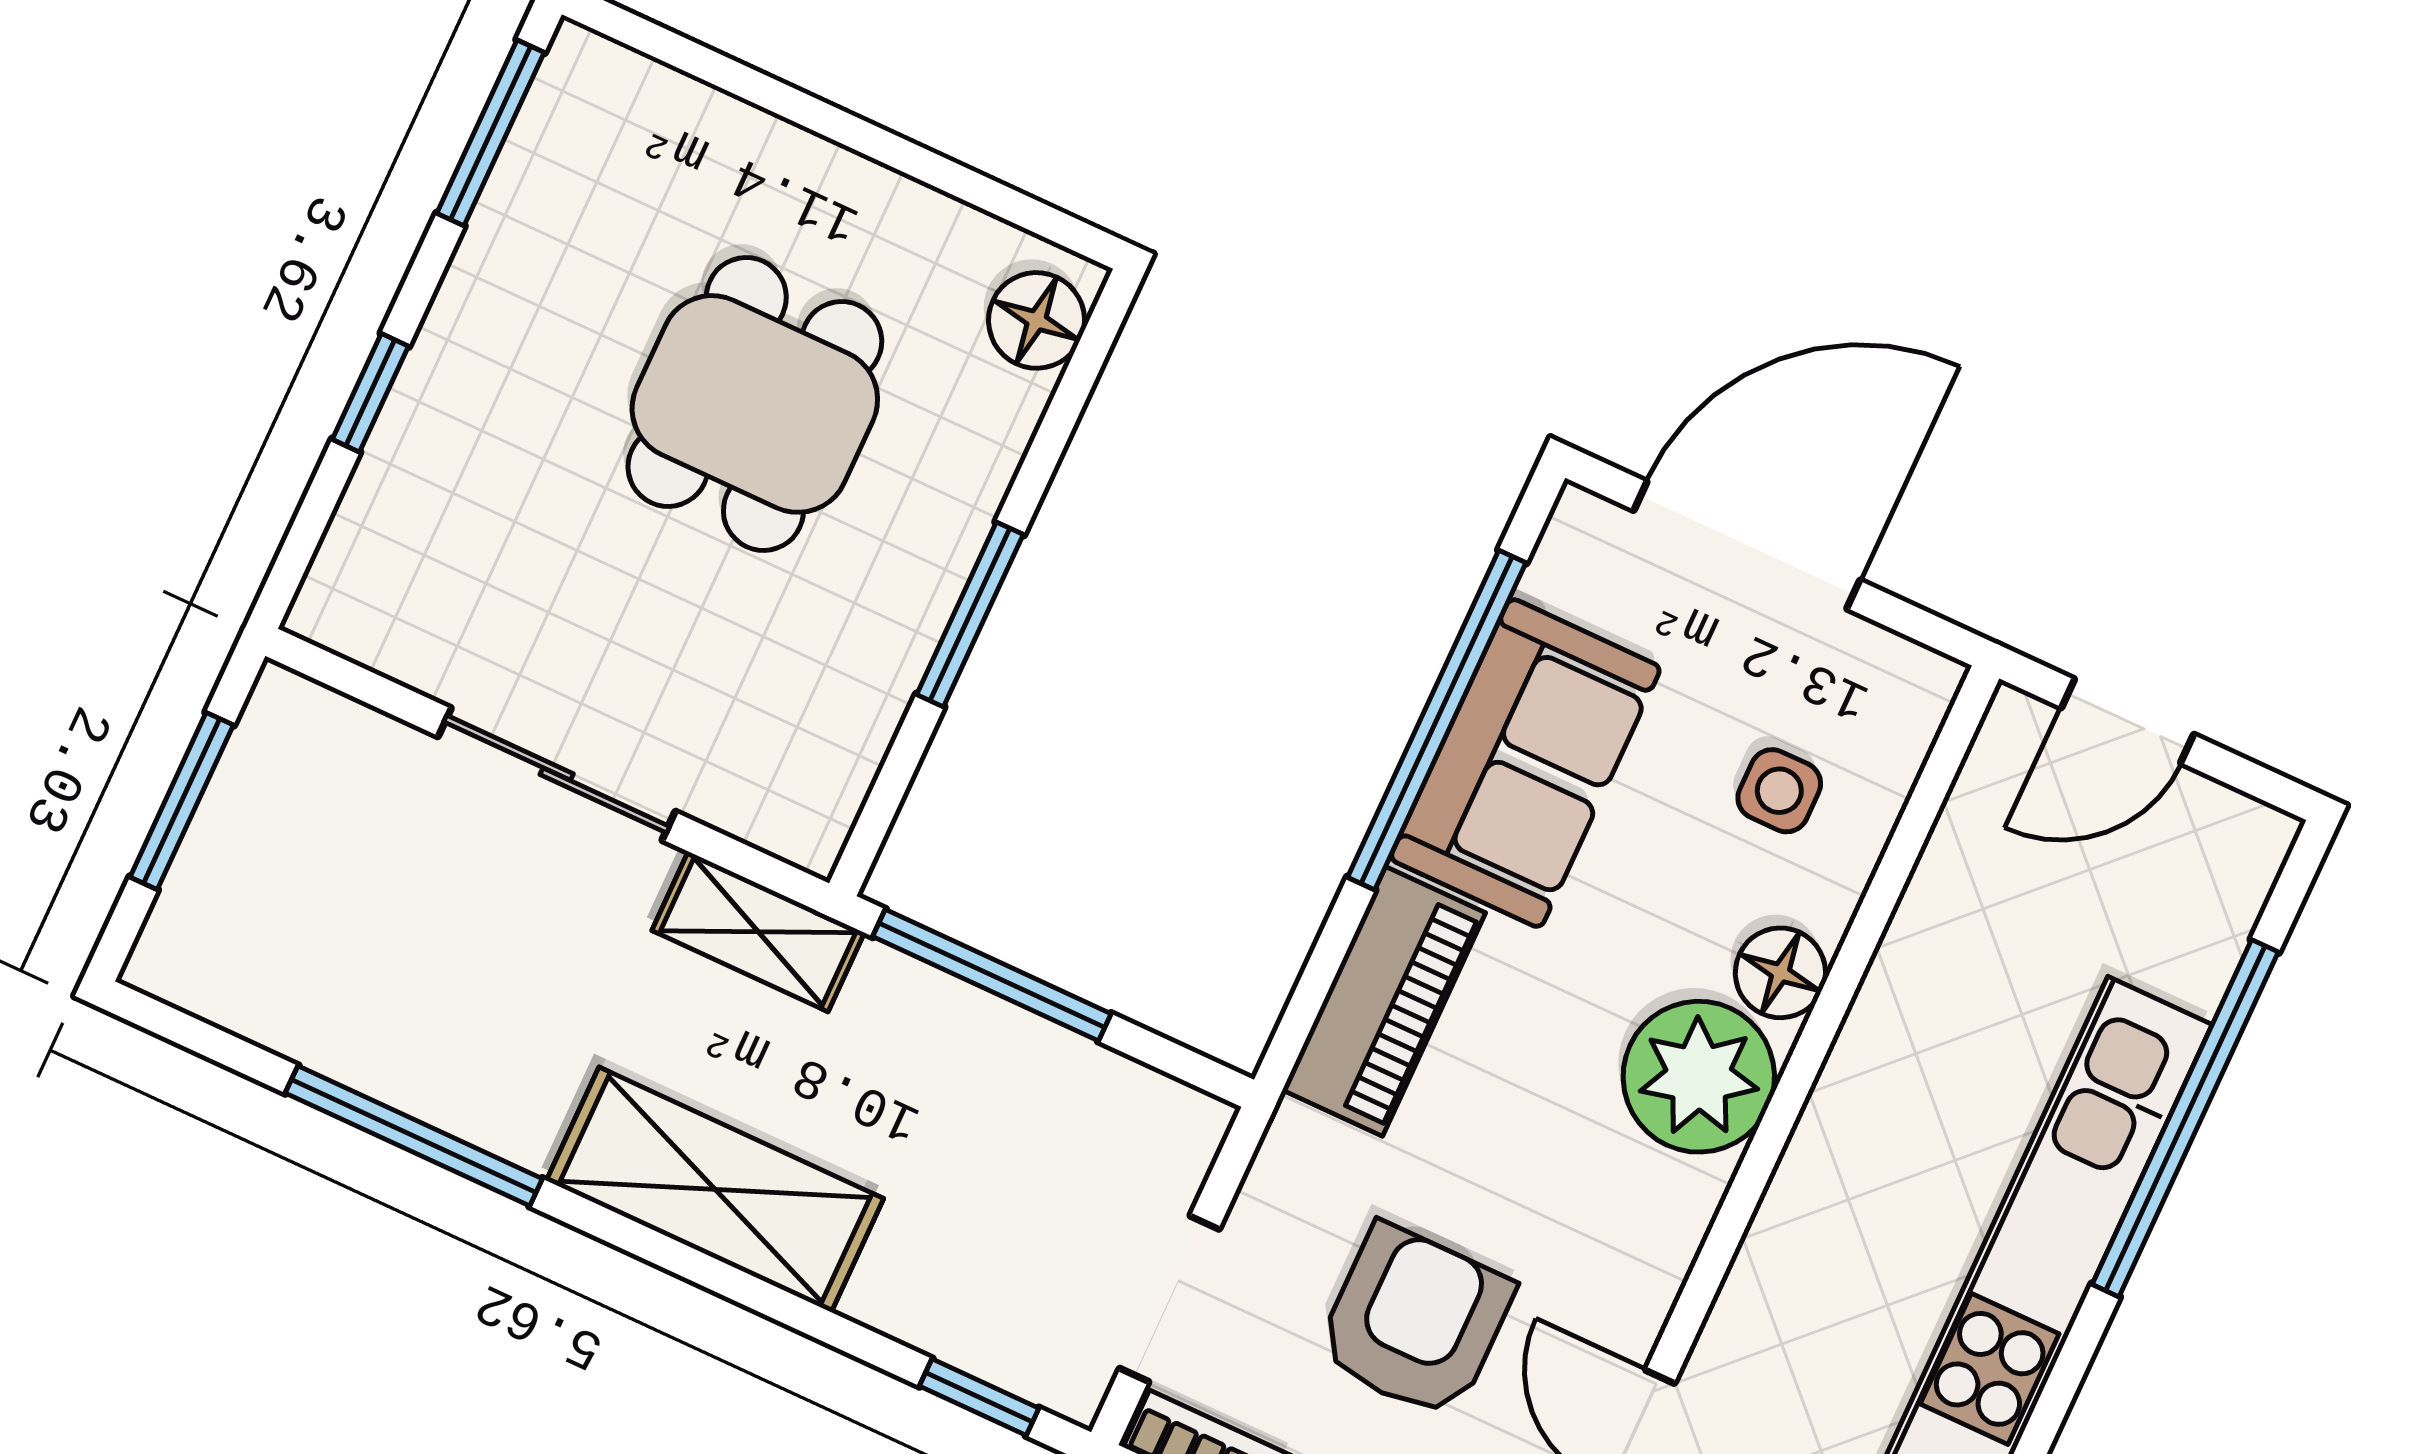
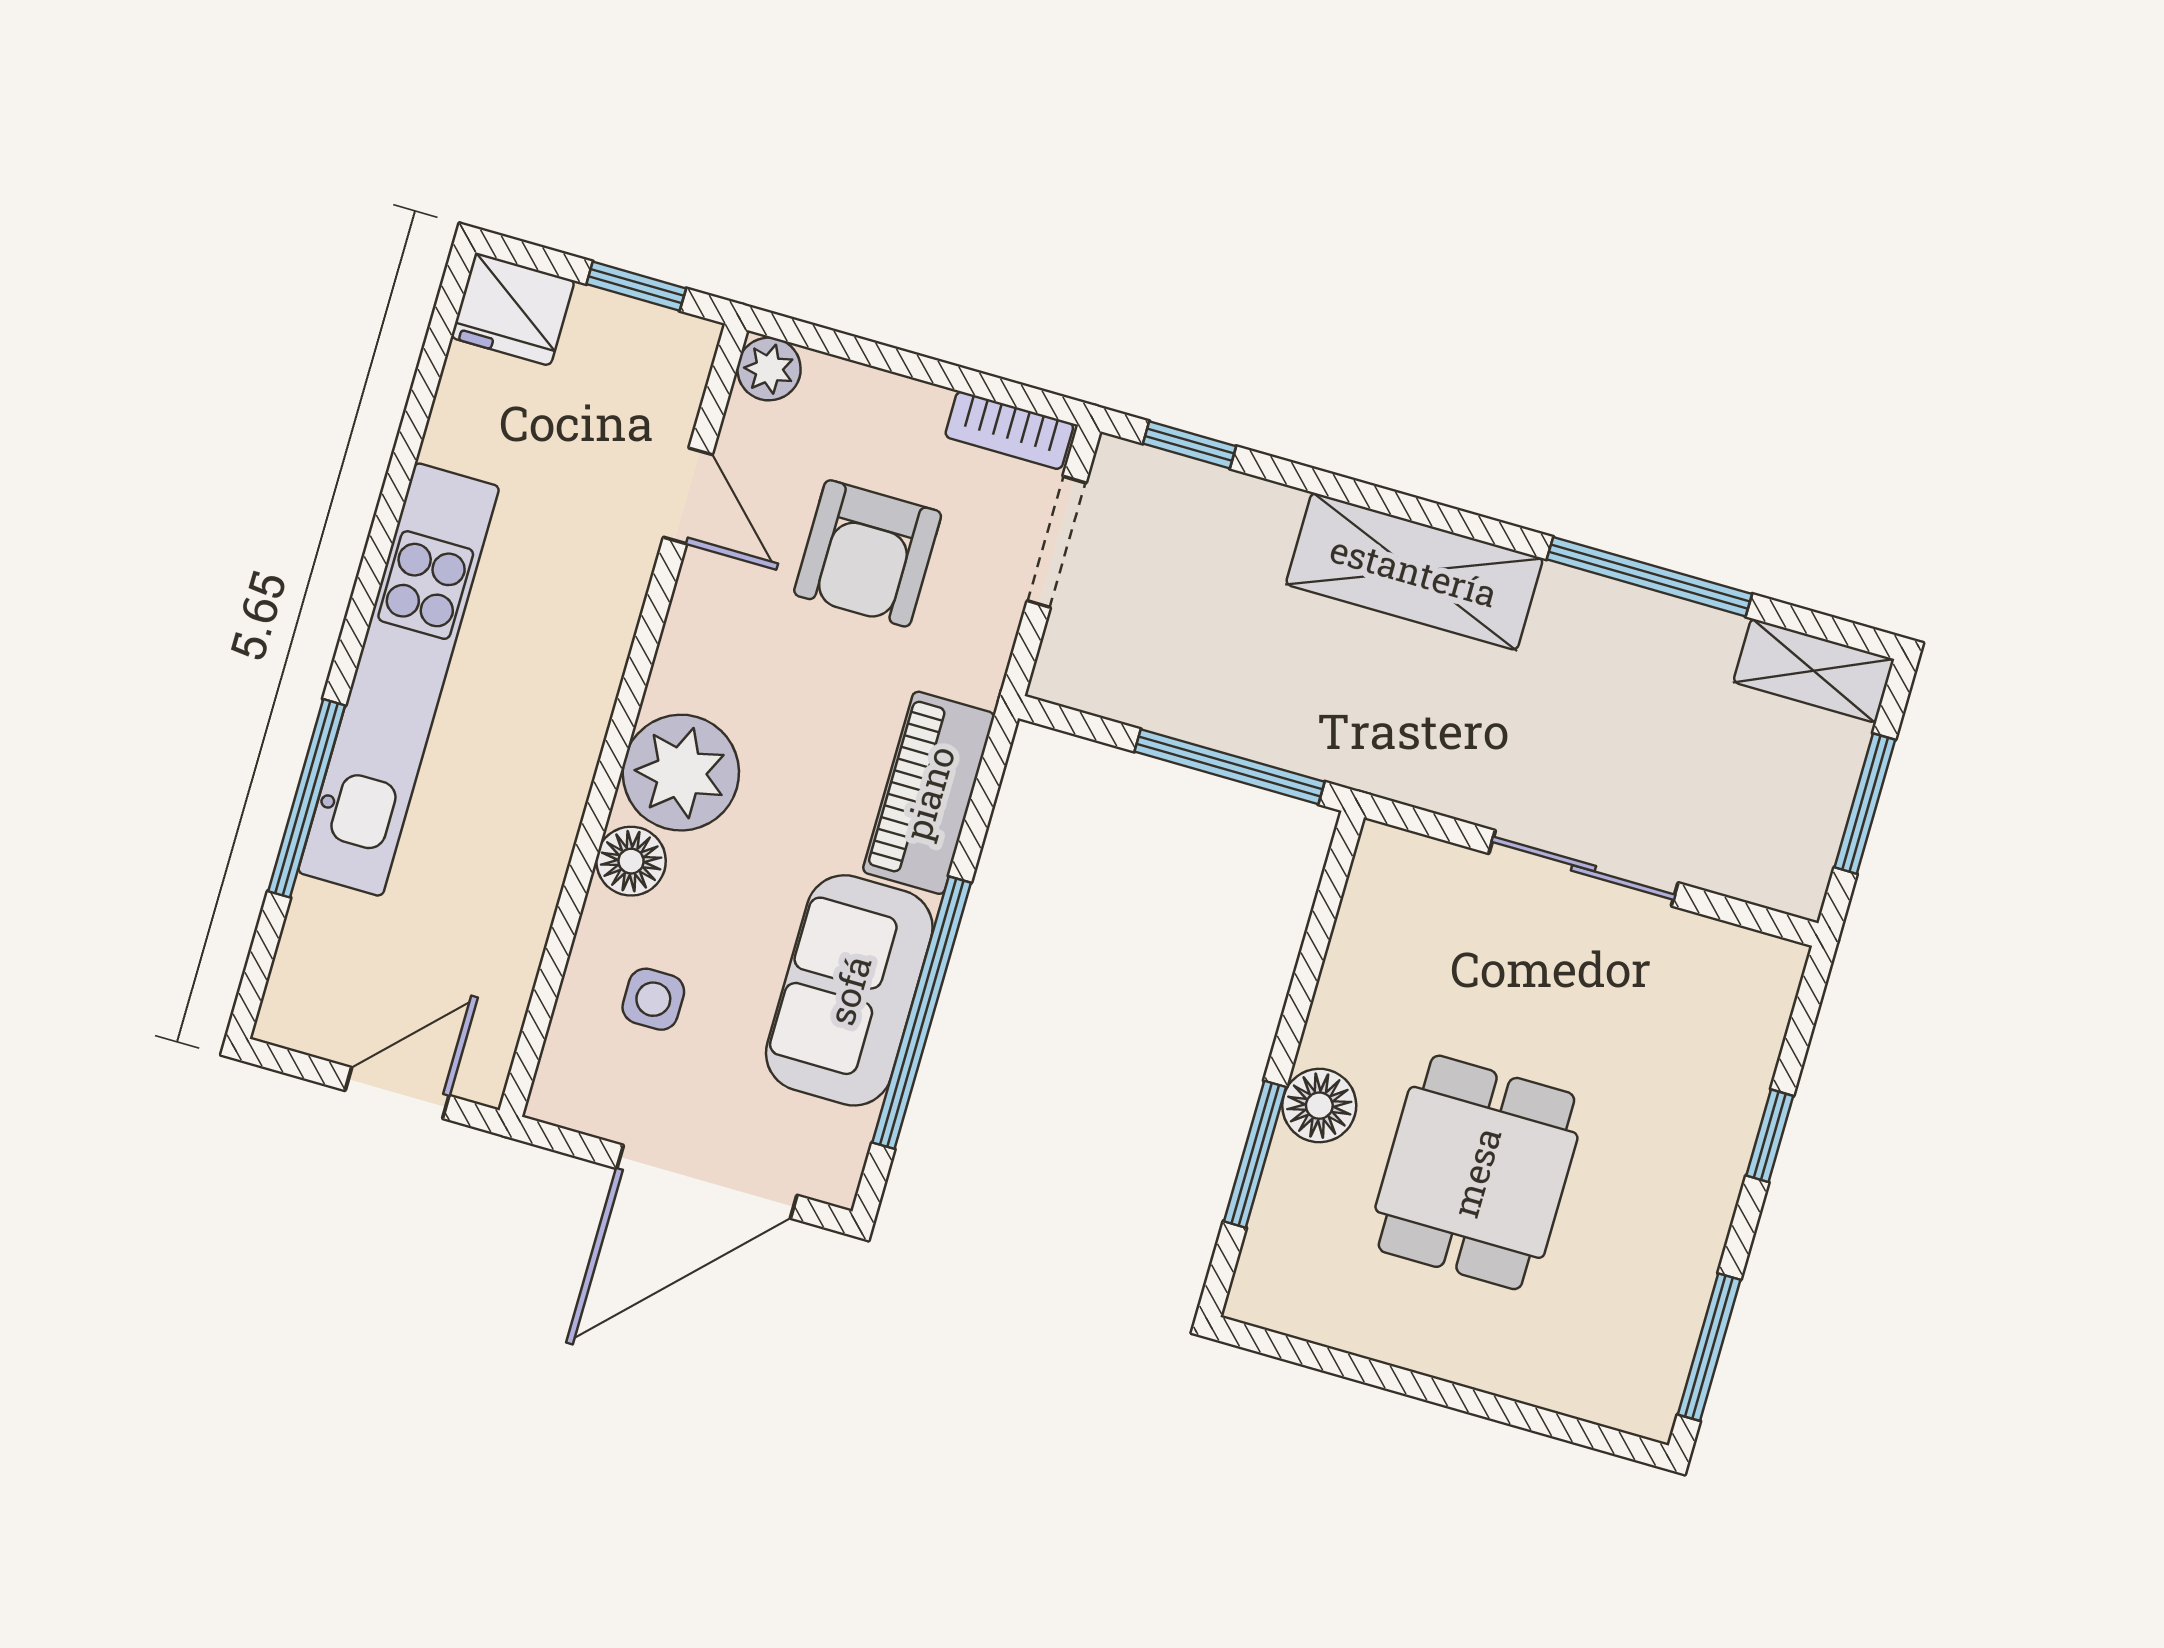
floor lamp: (1037, 320) -> (1319, 1106), moved
window: (970, 614) -> (1255, 1154), moved
shelving: (758, 932) -> (1814, 671), moved
window: (2185, 1118) -> (307, 798), width x0.68

